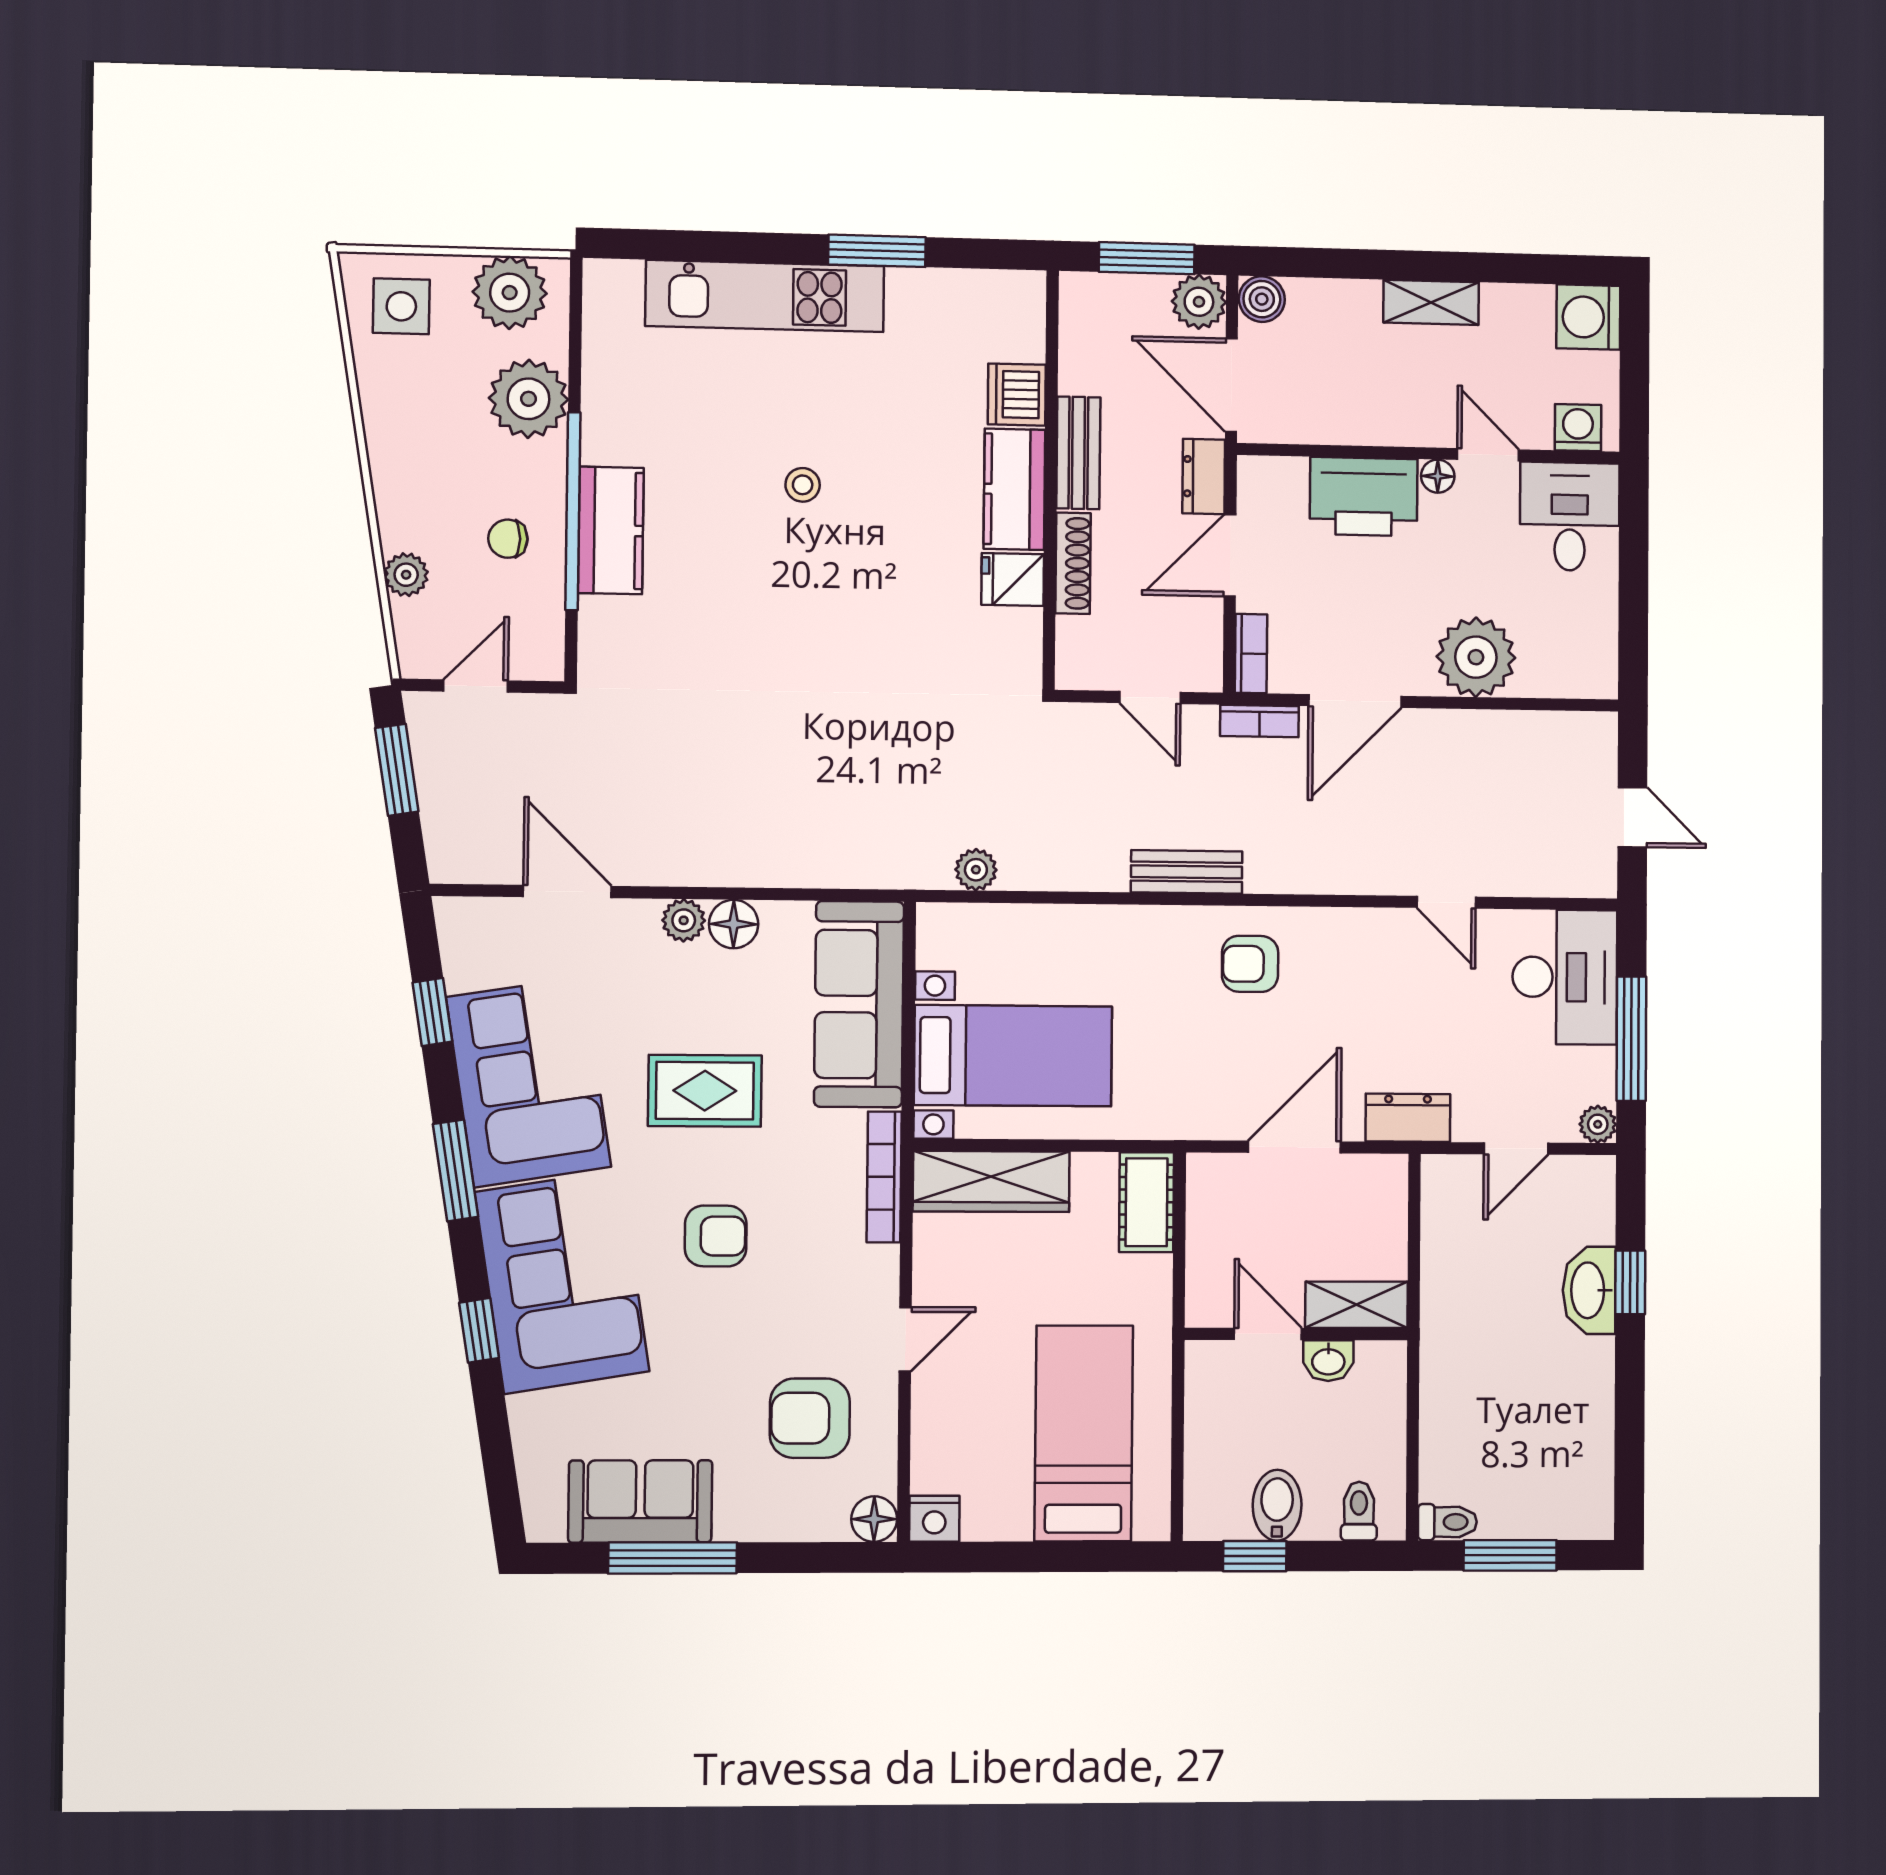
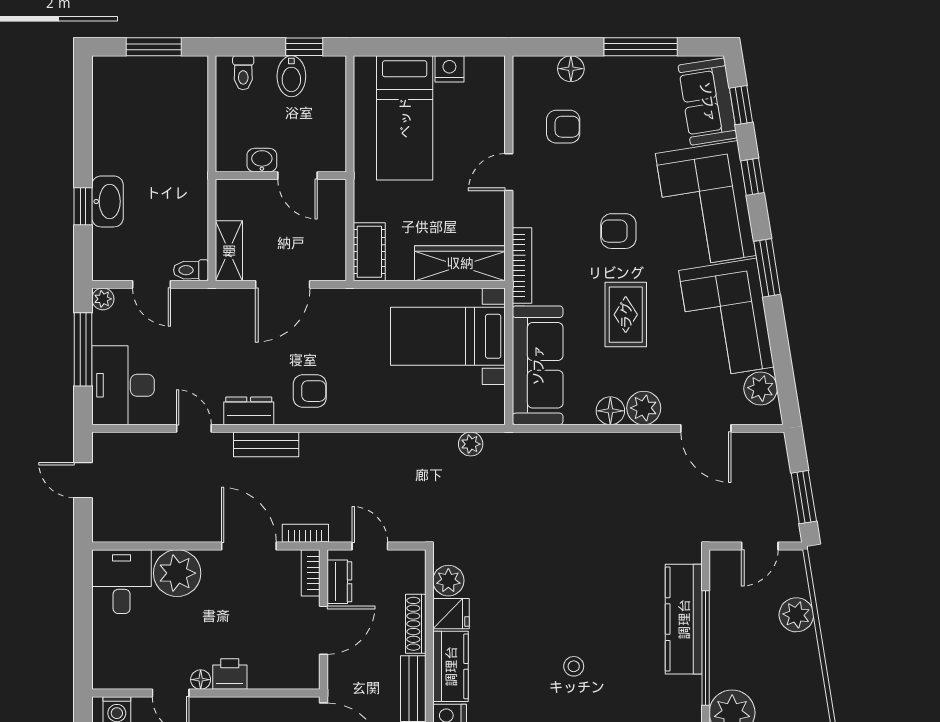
dresser: (1204, 477) -> (339, 582), moved
printer: (1364, 497) -> (230, 674), width x0.53, depth x0.68
desk: (1570, 516) -> (122, 582), moved, turned 180
kitchen counter: (611, 530) -> (684, 619), width x1.50
chair: (508, 539) -> (743, 631), removed
plant: (406, 575) -> (796, 615), width x1.38, depth x1.38
plant: (1017, 636) -> (448, 581), added
door: (1355, 701) -> (249, 546), hinge flipped
bench: (1187, 872) -> (266, 444), moved
plant: (684, 920) -> (644, 408), width x1.38, depth x1.38
plant: (470, 960) -> (761, 388), added
window: (432, 1012) -> (741, 105), moved
rug: (705, 1091) -> (626, 315), turned 90
dresser: (1408, 1118) -> (249, 411), moved, turned 180
door: (1516, 1149) -> (152, 284), swing flipped
shelving: (1357, 1305) -> (229, 251), moved, turned 90
armchair: (810, 1418) -> (563, 127), width x0.72, depth x0.72
sofa: (640, 1501) -> (708, 102), moved, turned 81
floor lamp: (874, 1519) -> (571, 69), moved
nightstand: (934, 1519) -> (449, 69), moved
toilet: (1447, 1522) -> (191, 270), moved

